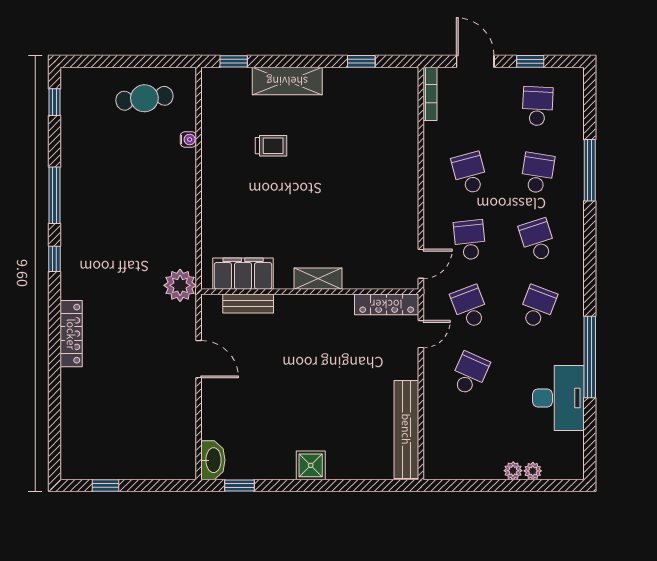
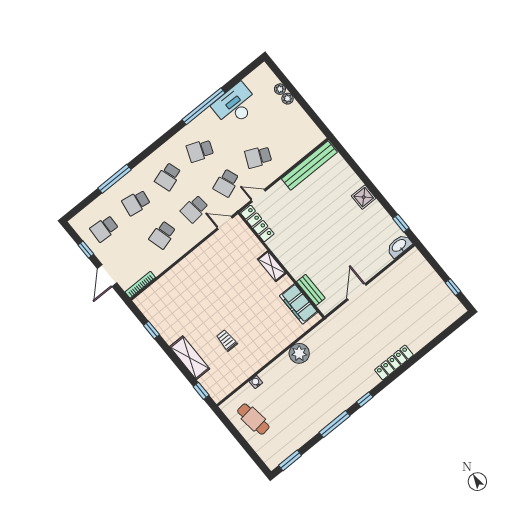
window: (55, 102) -> (290, 460), width x1.50
plant: (180, 285) -> (299, 353), moved

